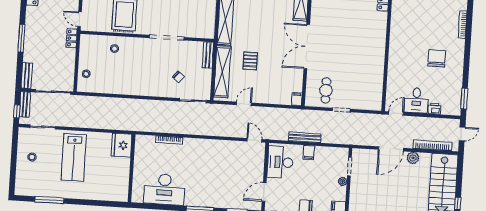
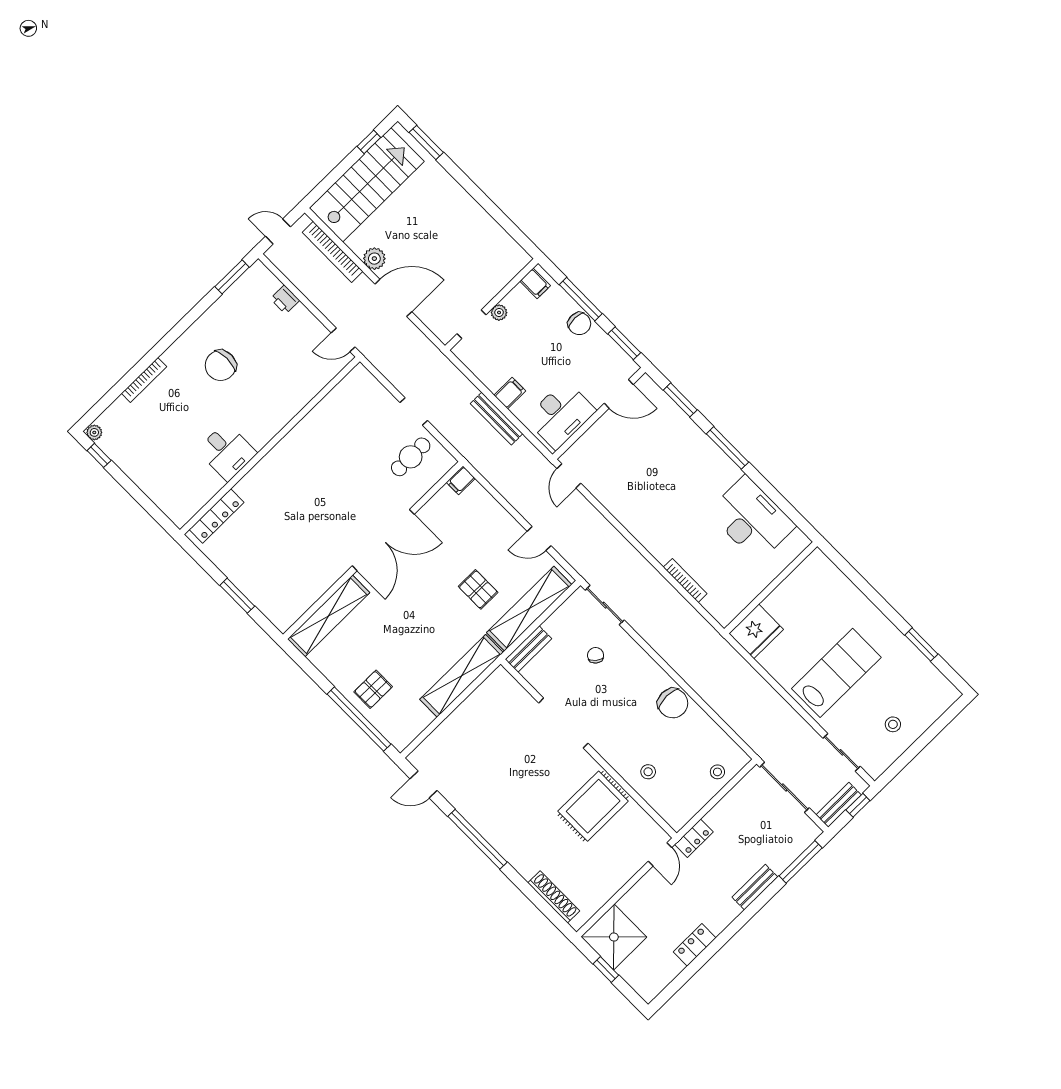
window: (21, 38) -> (801, 862), moved
pallet: (250, 61) -> (478, 589), turned 90
bench: (27, 76) -> (755, 887), moved
chair: (129, 85) -> (673, 703), added
desk: (416, 100) -> (227, 452), moved, turned 90
window: (49, 200) -> (921, 645), width x0.69

